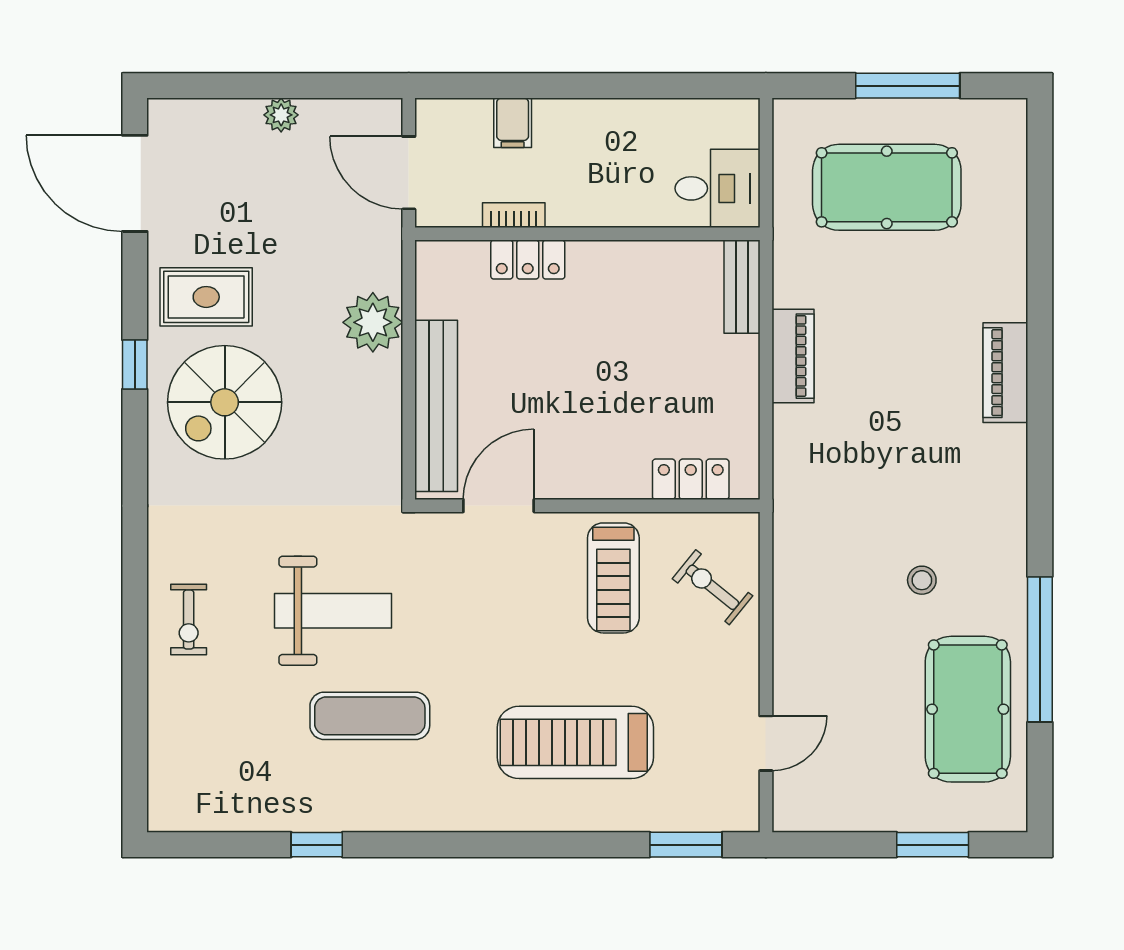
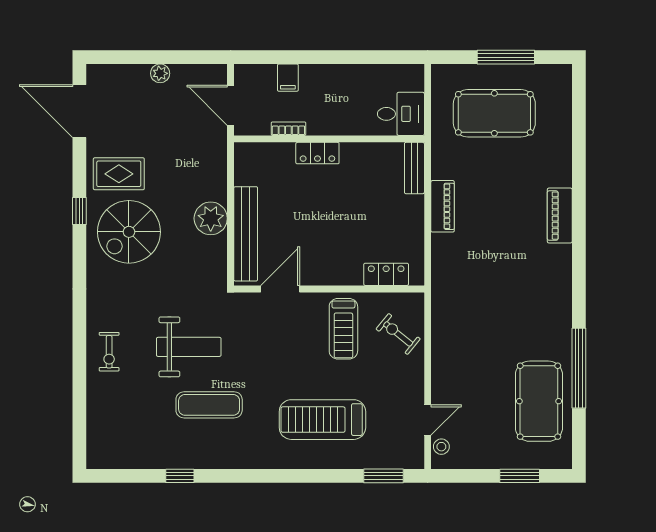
locker: (528, 260) -> (317, 153), moved
plant: (373, 322) -> (211, 218), moved
stool: (922, 580) -> (441, 447), moved

